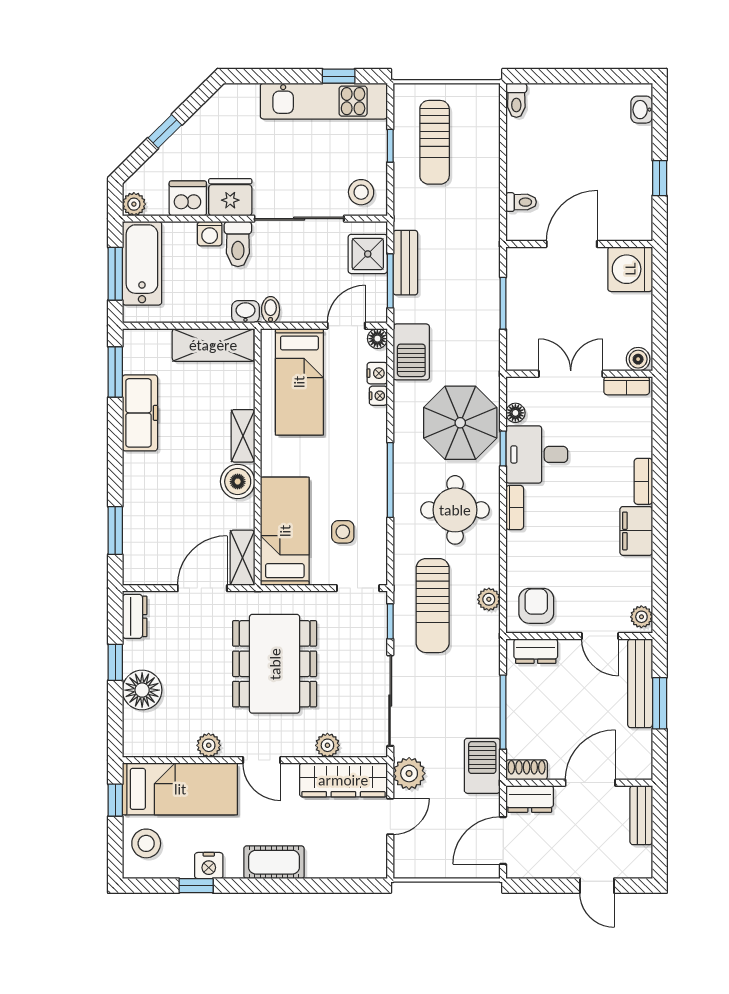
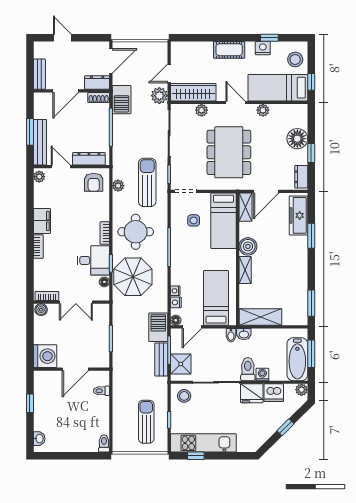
barbecue: (411, 352) -> (158, 327), moved
freezer: (140, 413) -> (298, 215), moved
window: (115, 531) -> (311, 236), moved
dresser: (536, 651) -> (89, 159), width x1.44

